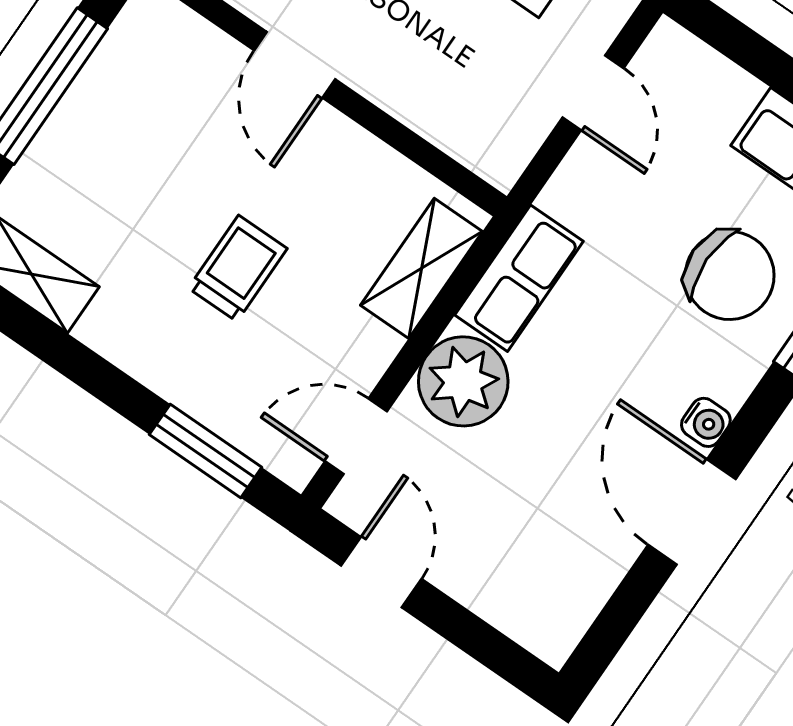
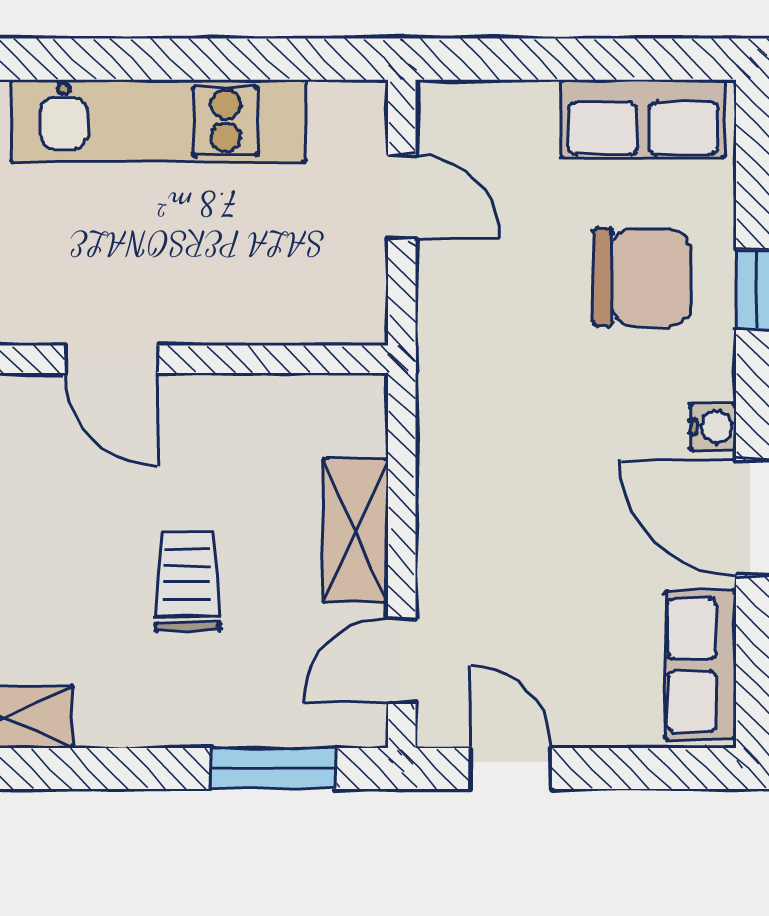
shelving: (421, 268) -> (356, 531), moved
row of seats: (519, 278) -> (701, 665), moved, turned 180
plant: (463, 381) -> (465, 542), removed

